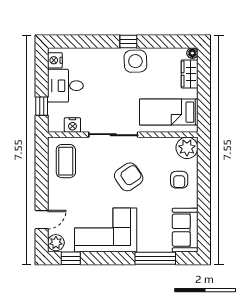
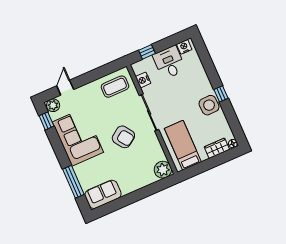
armchair: (179, 180) -> (137, 174), removed
door: (42, 220) -> (65, 88), swing flipped

